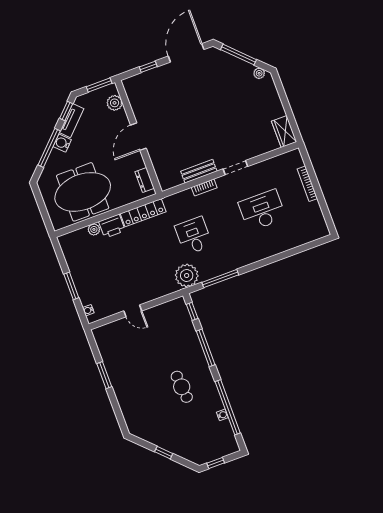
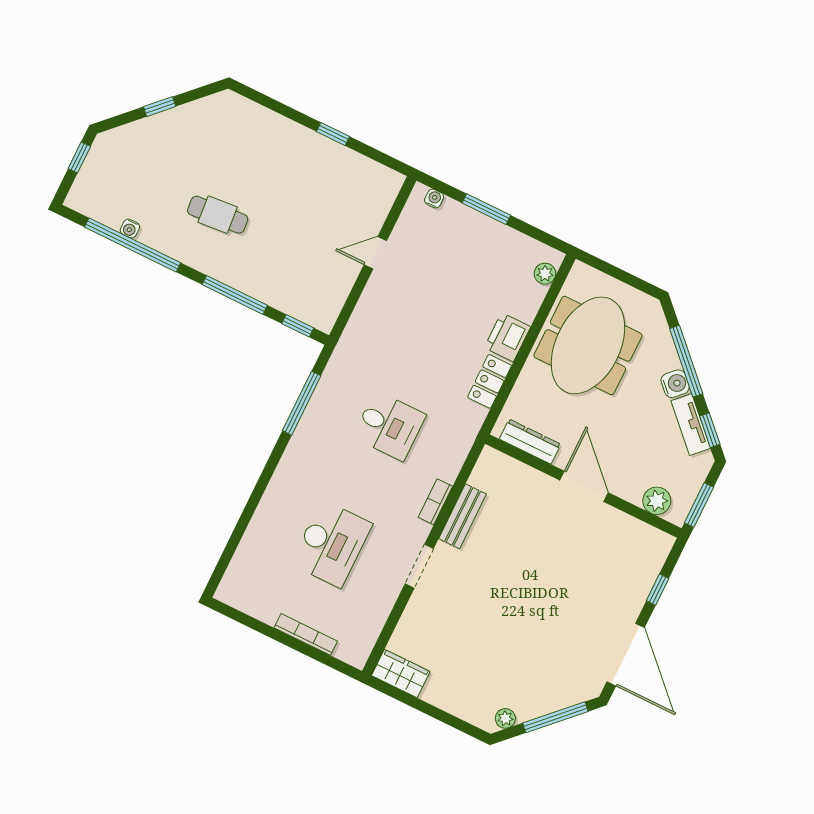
dresser: (145, 180) -> (530, 442), width x1.44
locker: (143, 213) -> (490, 381), width x0.66
plant: (94, 229) -> (545, 274), moved
plant: (187, 275) -> (349, 366), removed
window: (104, 375) -> (333, 134), width x0.67

